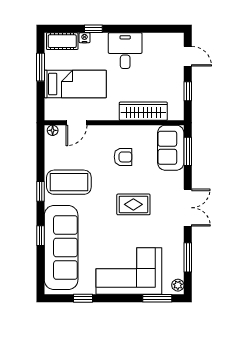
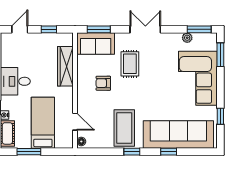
armchair: (123, 157) -> (103, 83), turned -90
rug: (133, 204) -> (130, 64), moved
window: (188, 257) -> (199, 29), moved
plant: (178, 285) -> (187, 38), moved

